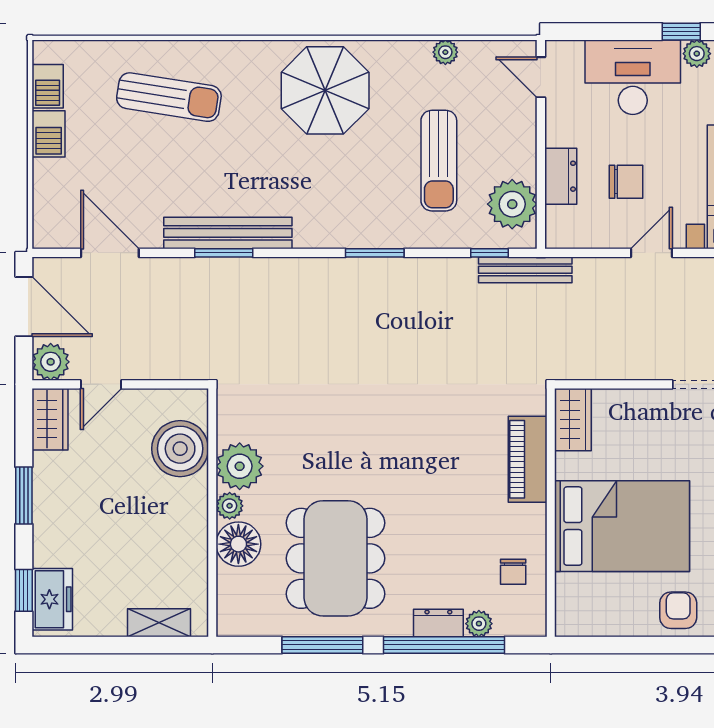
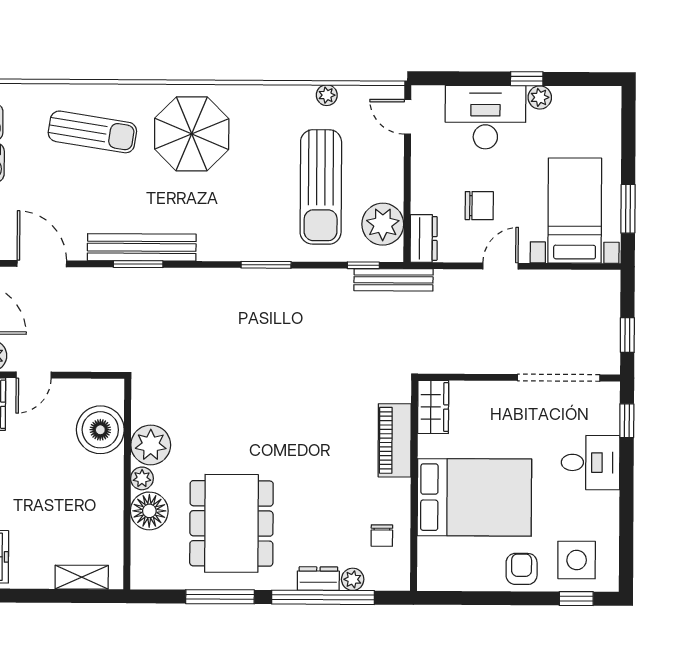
parasol: (325, 90) -> (192, 134), moved
sun lounger: (439, 161) -> (321, 187), width x1.36, depth x1.34
dresser: (561, 176) -> (424, 238), moved

